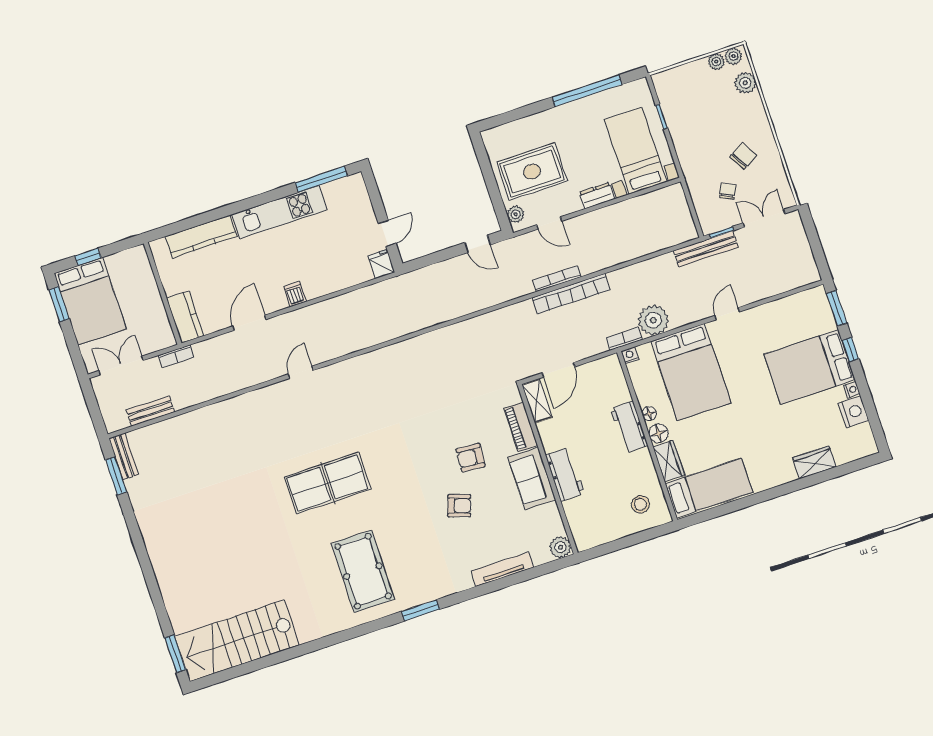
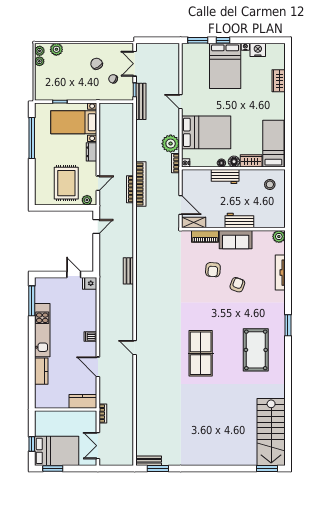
kitchen counter: (201, 236) -> (41, 371), width x0.67
bench: (150, 411) -> (128, 271), moved
pool table: (363, 571) -> (256, 350), turned 90

